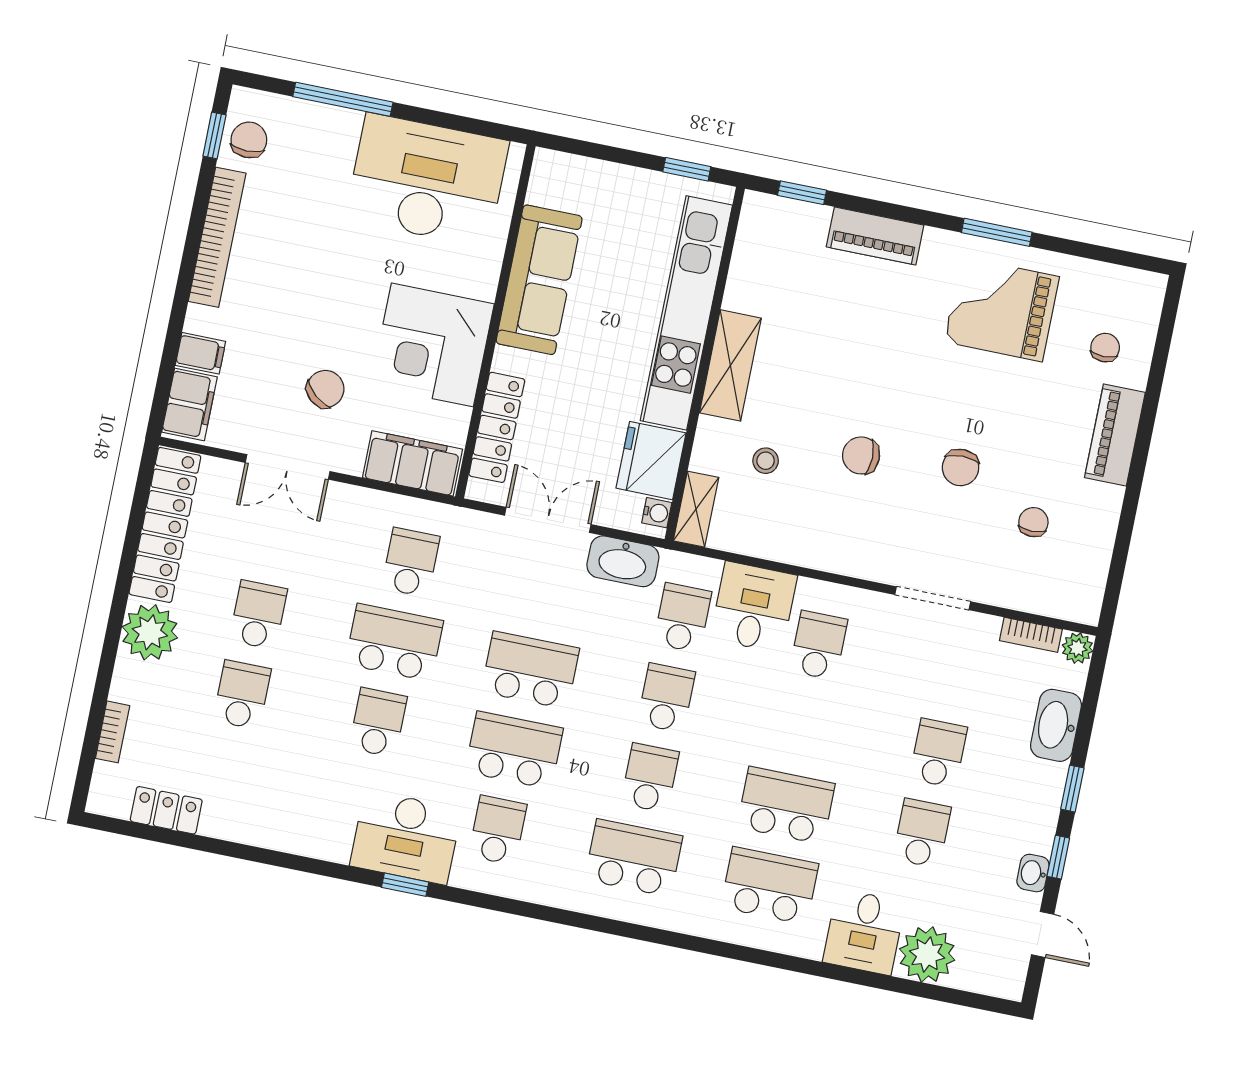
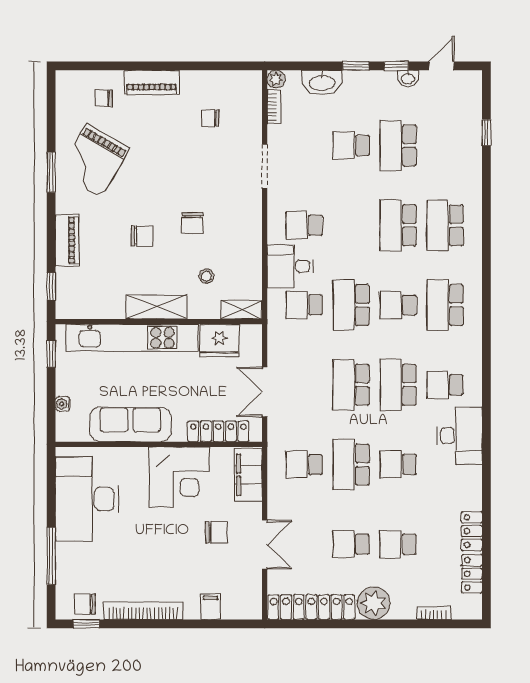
grand piano: (1002, 309) -> (94, 161), turned 30
chair: (325, 389) -> (216, 532), turned 140
filing cabinet: (189, 405) -> (241, 607), removed
chair: (961, 467) -> (142, 236), moved
water cooler: (657, 513) -> (63, 404), moved, turned -90
washbasin: (623, 561) -> (279, 345), removed
school desk: (666, 698) -> (351, 305), width x1.85
locker: (239, 825) -> (472, 531), added
school desk: (922, 833) -> (398, 145), width x1.85
window: (405, 885) -> (486, 133), moved
desk: (864, 932) -> (460, 167), removed
plant: (927, 954) -> (466, 129), removed

